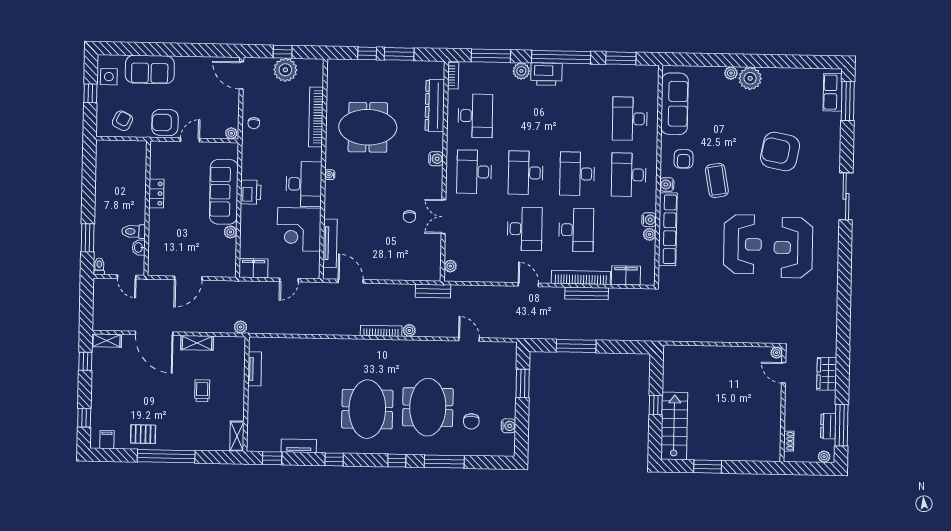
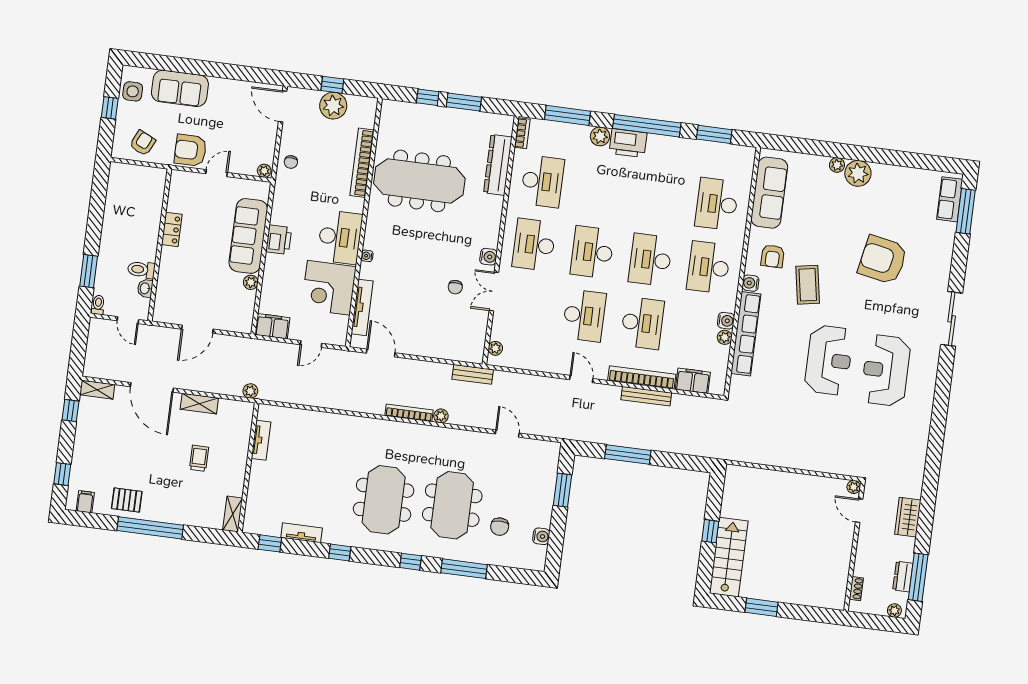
meeting table: (368, 127) -> (419, 181), width x1.36
water cooler: (436, 159) -> (488, 257), moved
water cooler: (330, 175) -> (367, 256), moved

